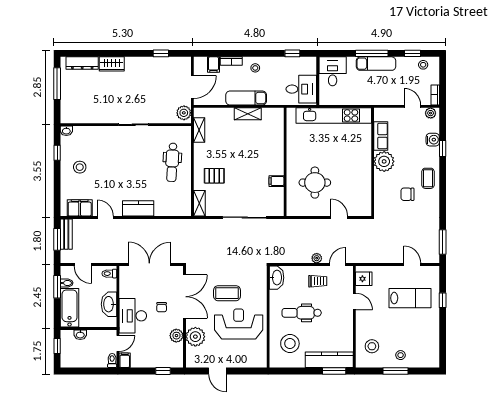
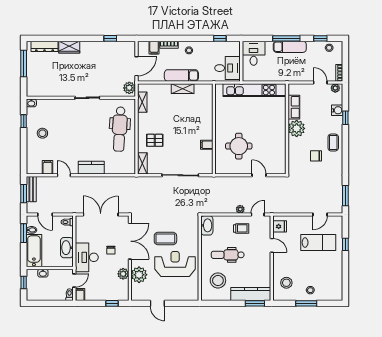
dental chair: (172, 162) -> (120, 129), width x1.36, depth x1.38
filing cabinet: (80, 208) -> (48, 167), width x0.50
door: (412, 264) -> (320, 214), swing flipped

